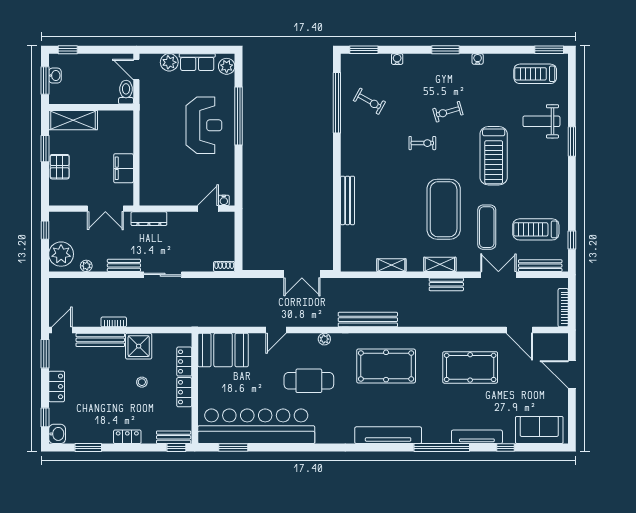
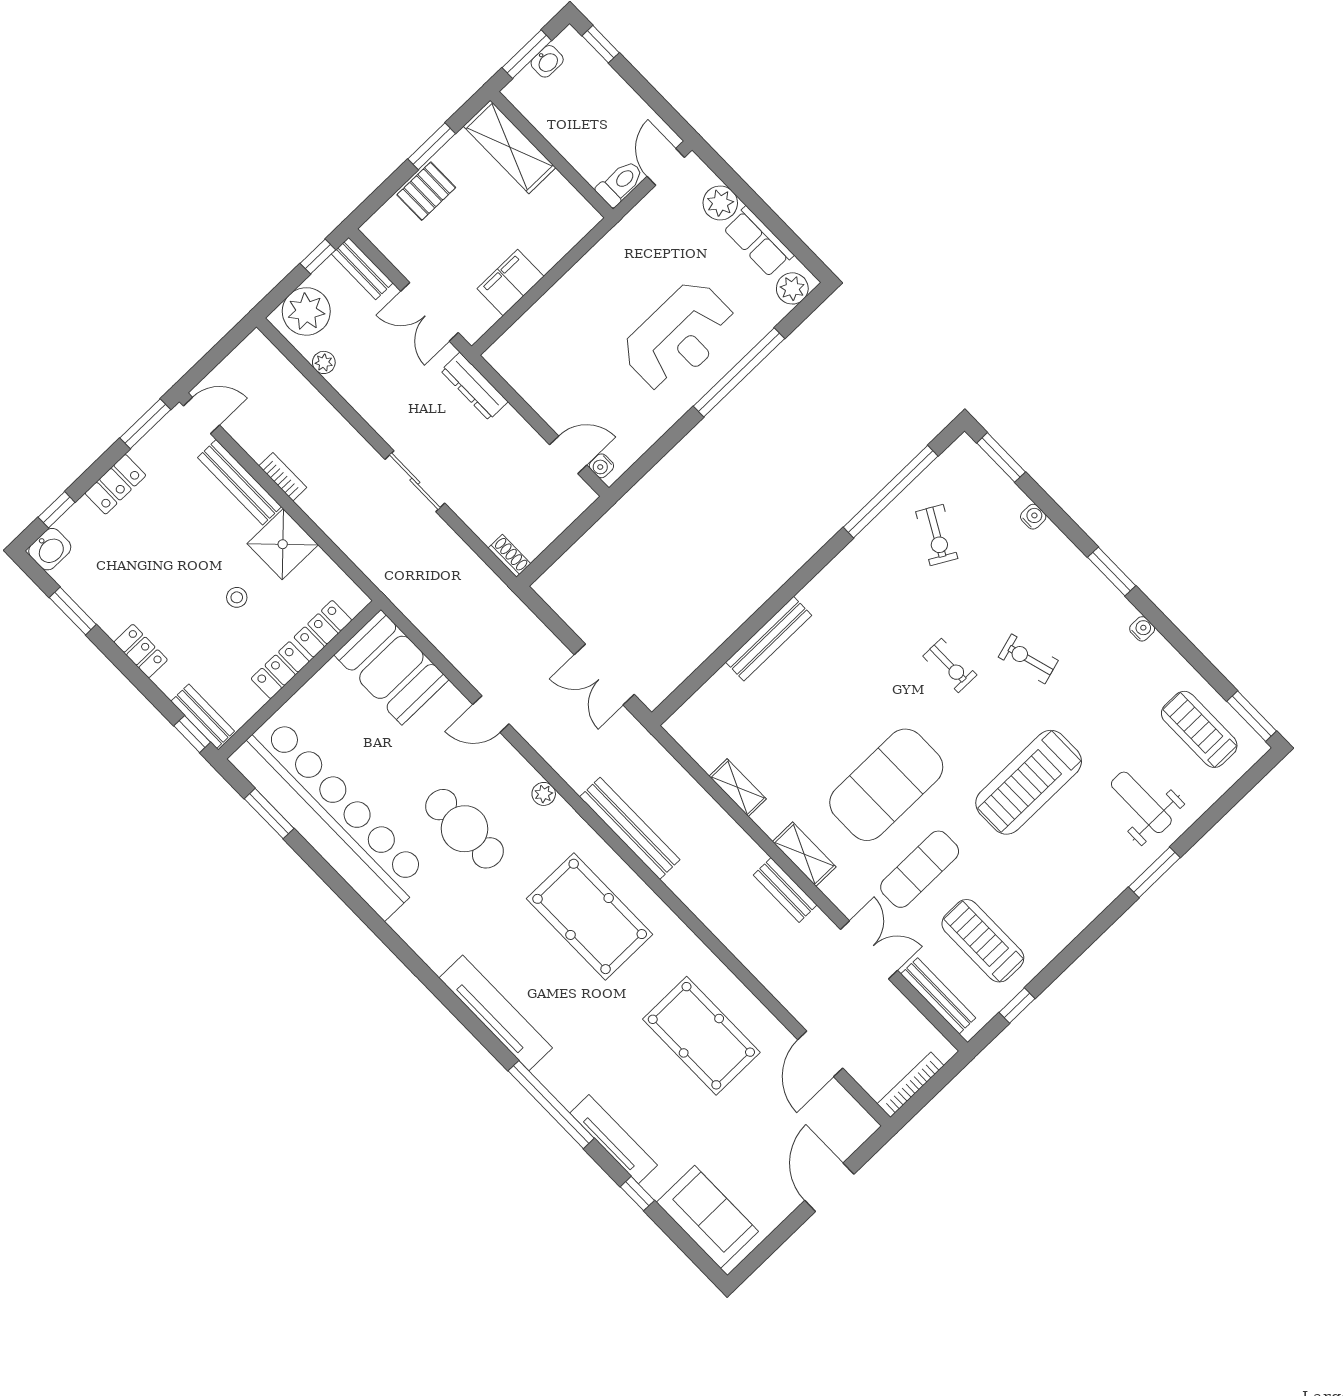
bench: (124, 265) -> (362, 268), moved

